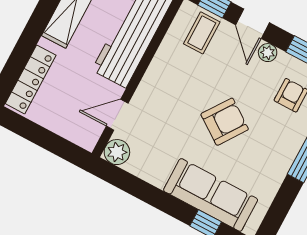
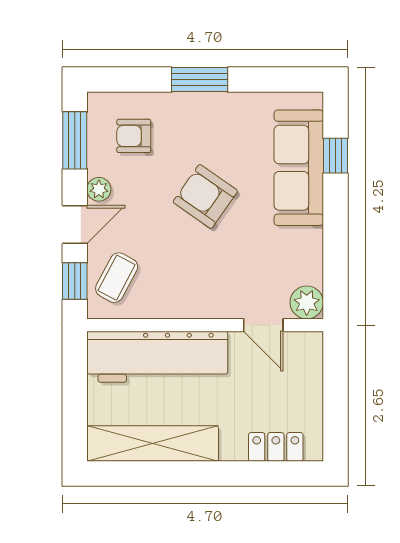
coffee table: (202, 33) -> (117, 278), turned -62
locker: (31, 79) -> (276, 447), width x0.66

